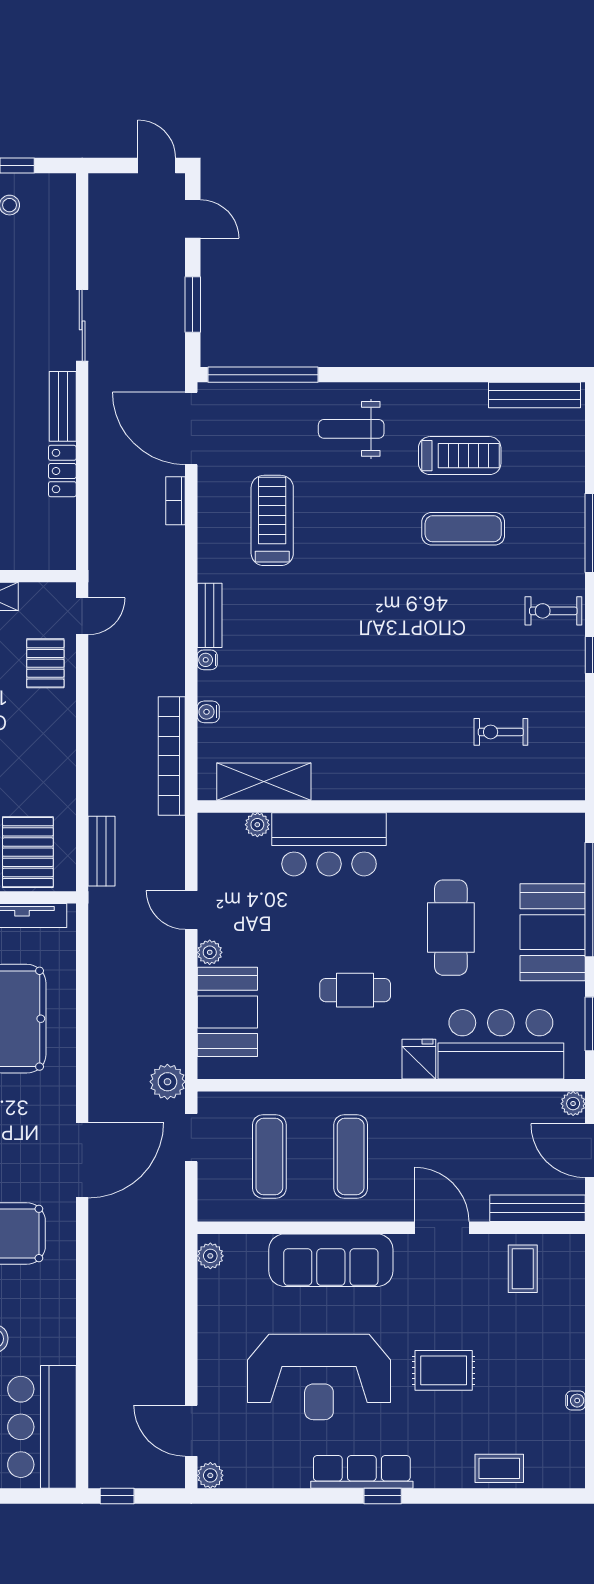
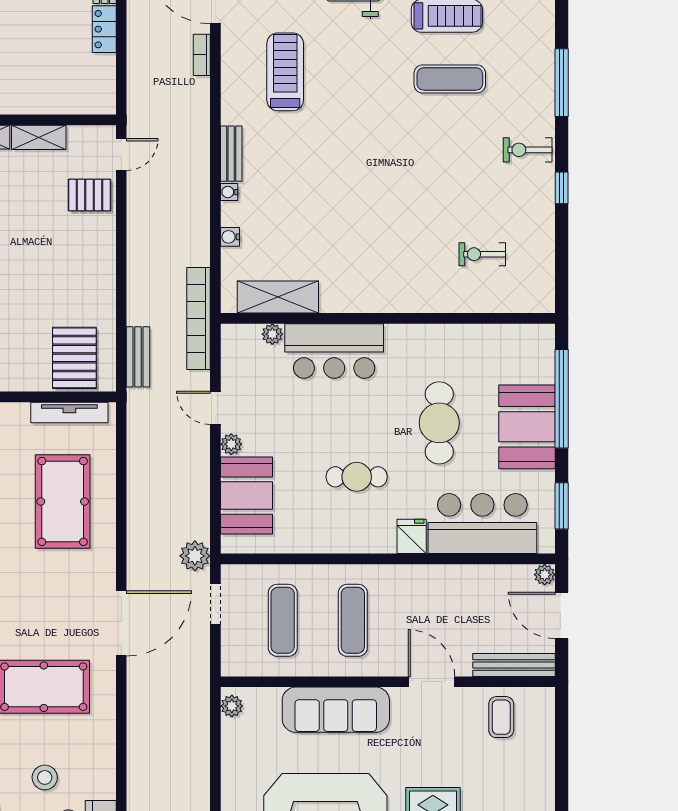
pallet: (45, 663) -> (90, 195), turned 90
bookcase: (172, 756) -> (199, 318), moved

